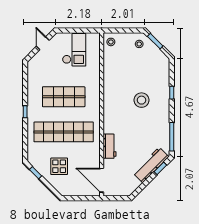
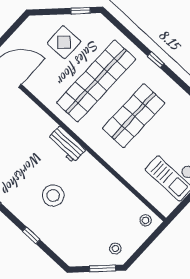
workbench: (110, 146) -> (66, 145), moved

